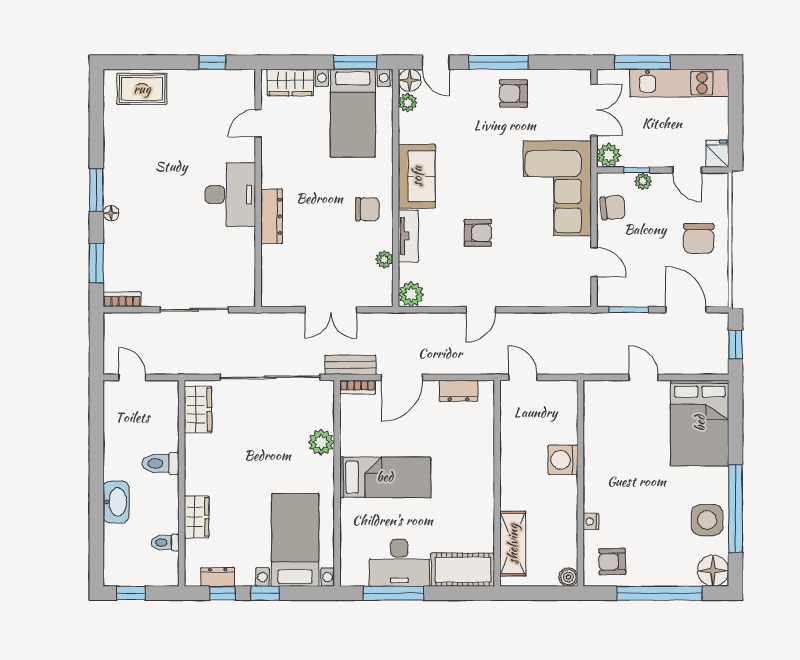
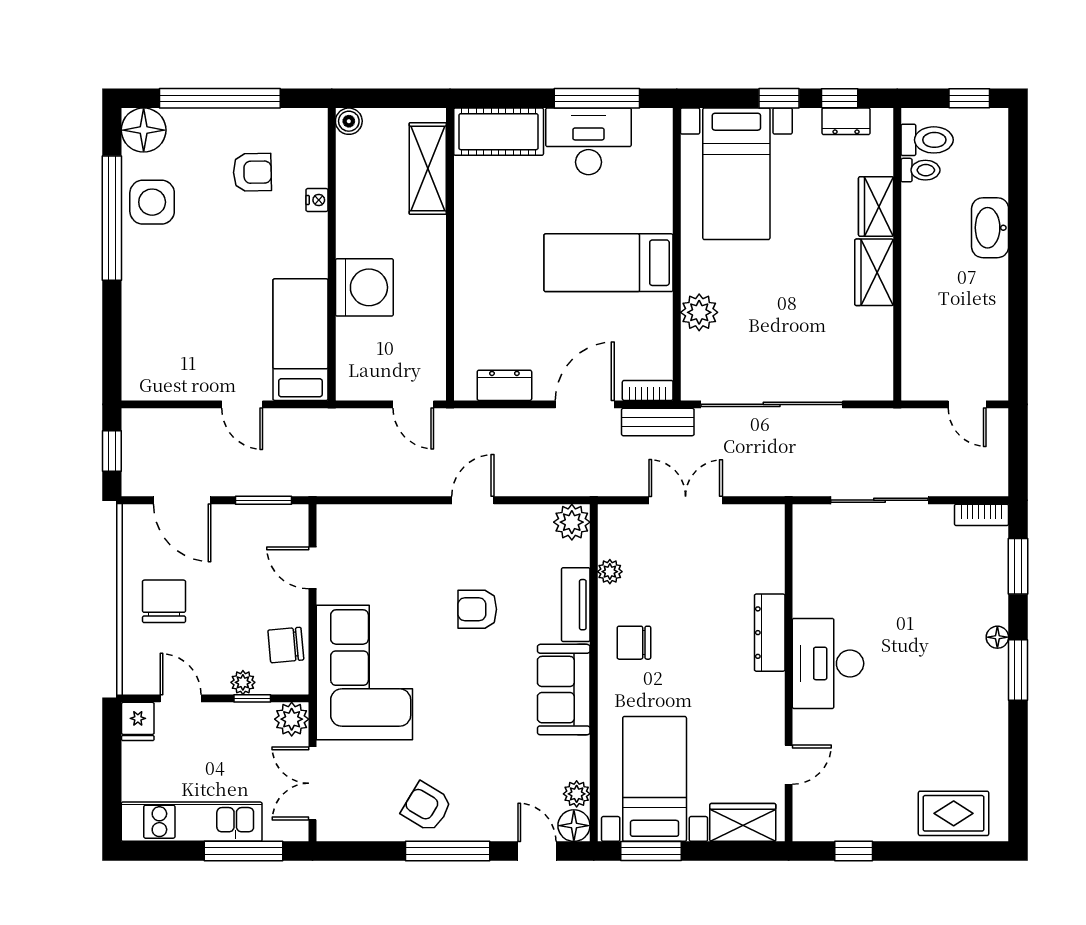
armchair: (514, 93) -> (427, 807), turned -149
wardrobe: (198, 410) -> (874, 272), moved
bed: (700, 423) -> (300, 340), moved, width x0.67
washing machine: (563, 460) -> (364, 287), width x1.37, depth x1.37
toilet: (161, 463) -> (927, 140), moved
armchair: (612, 562) -> (252, 172), moved

